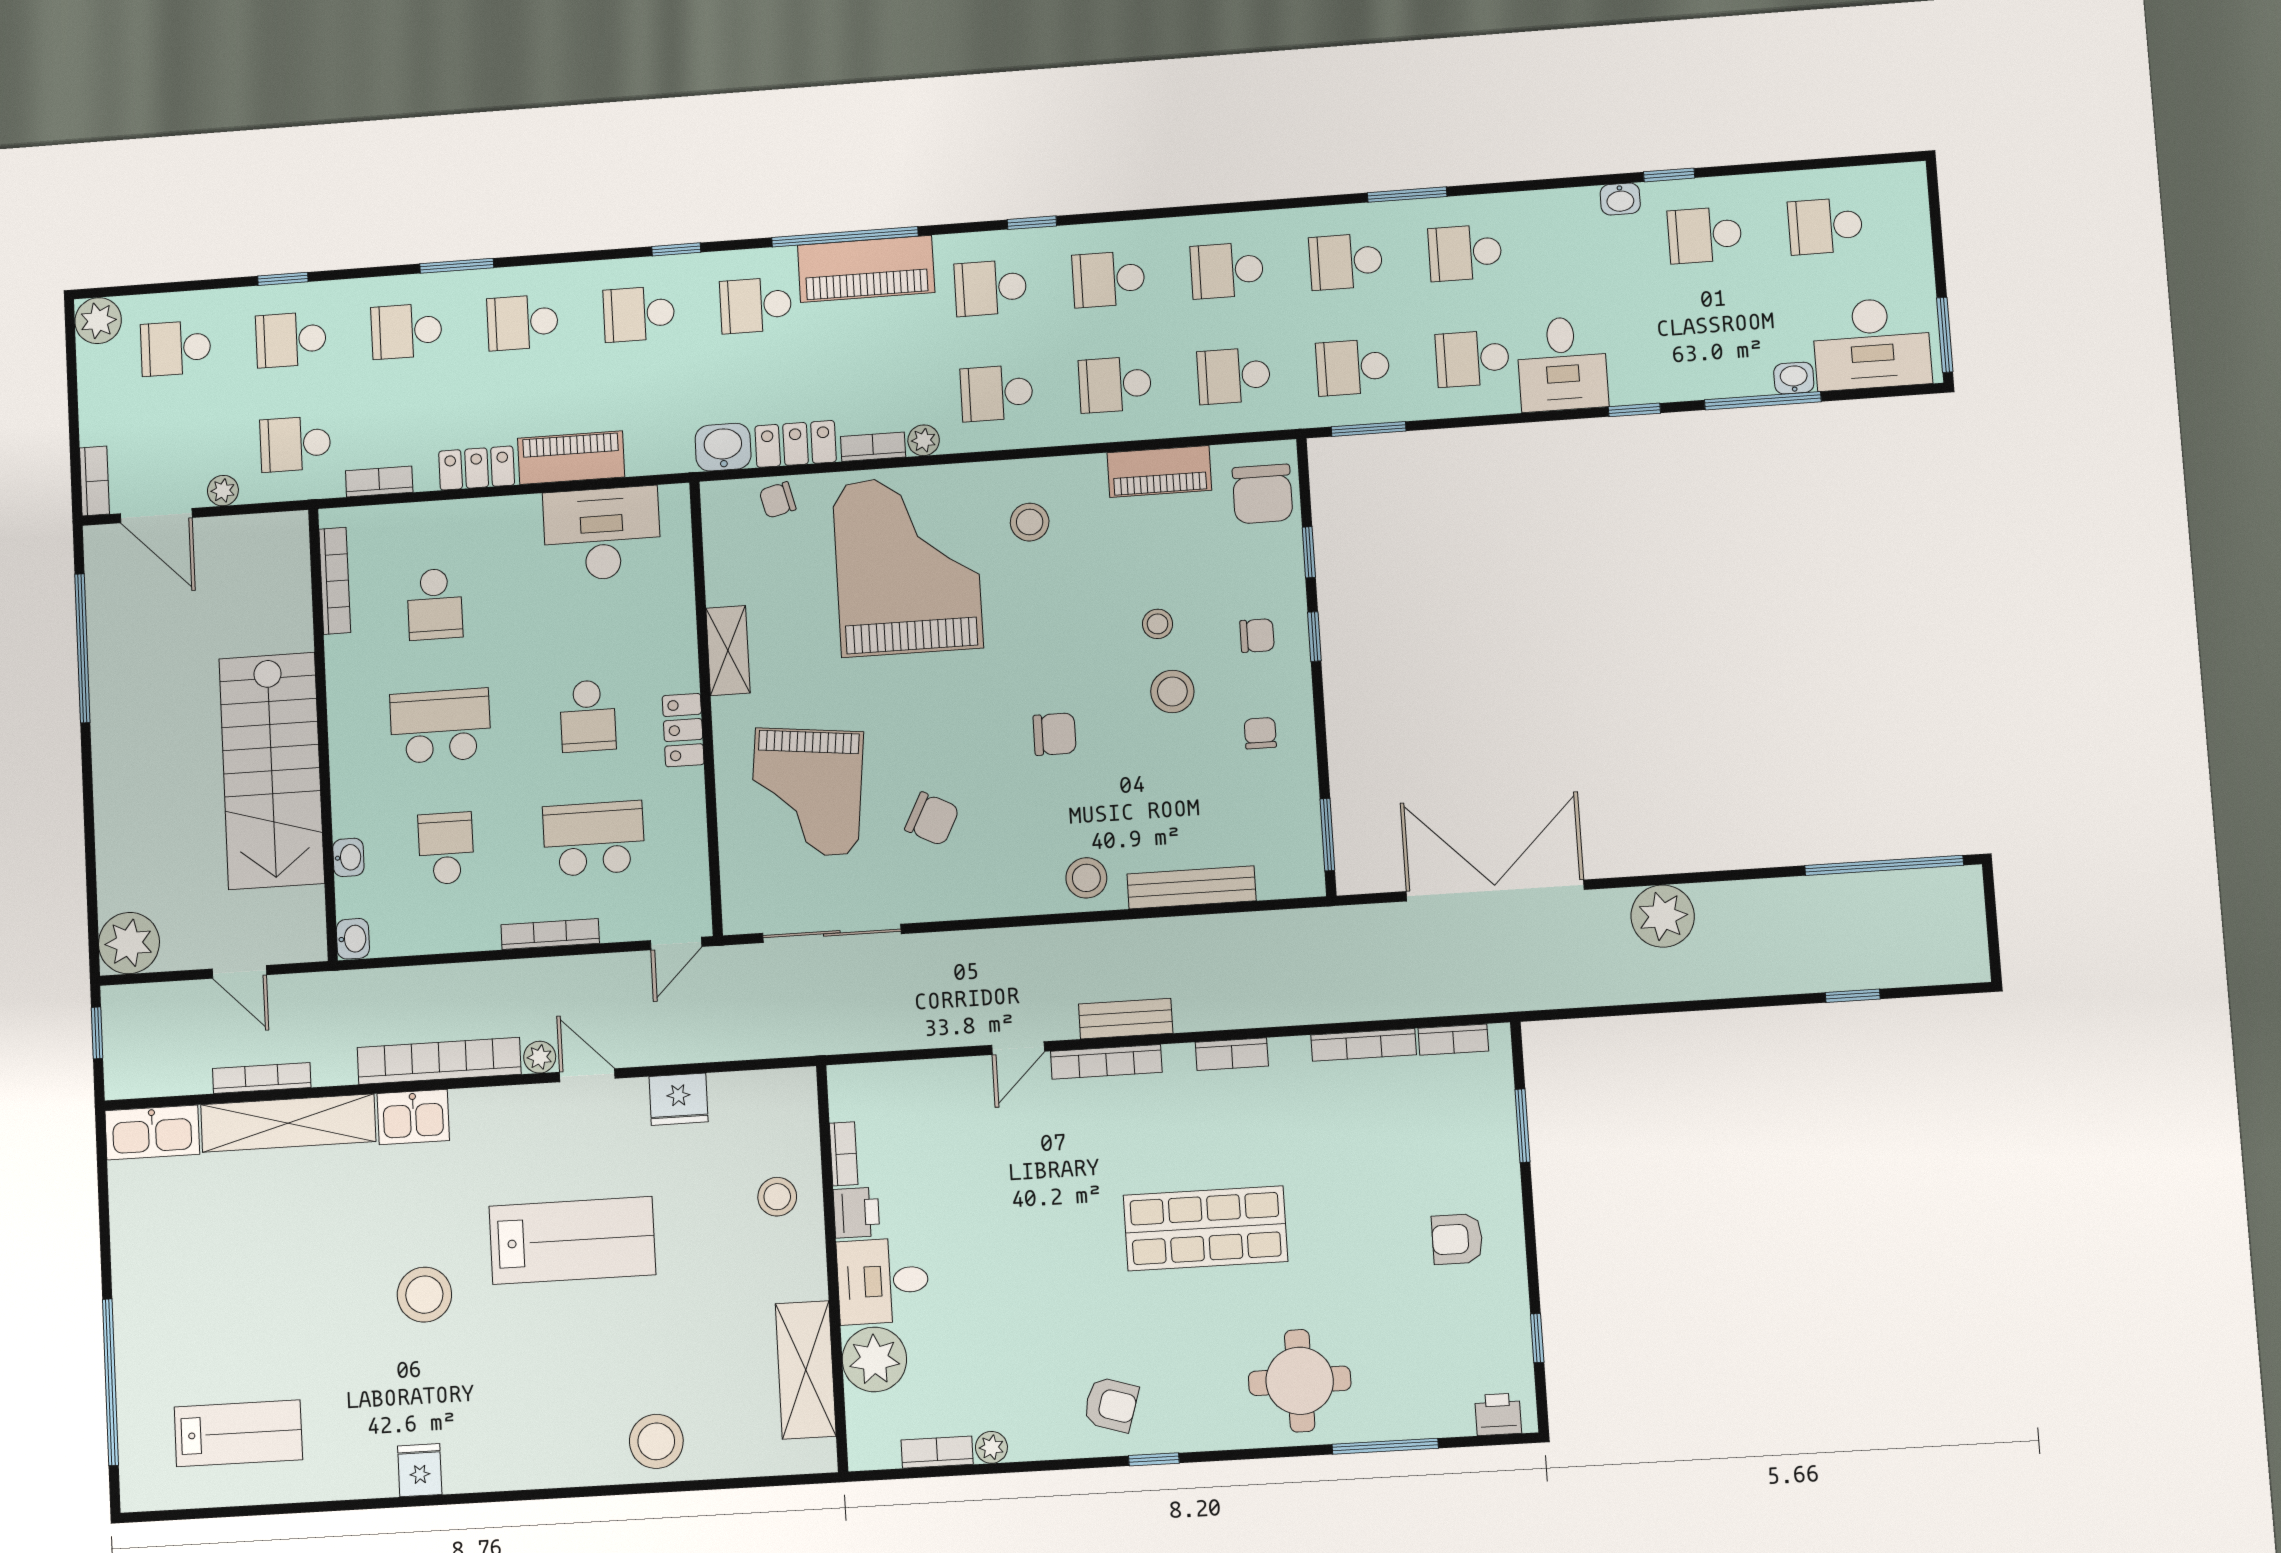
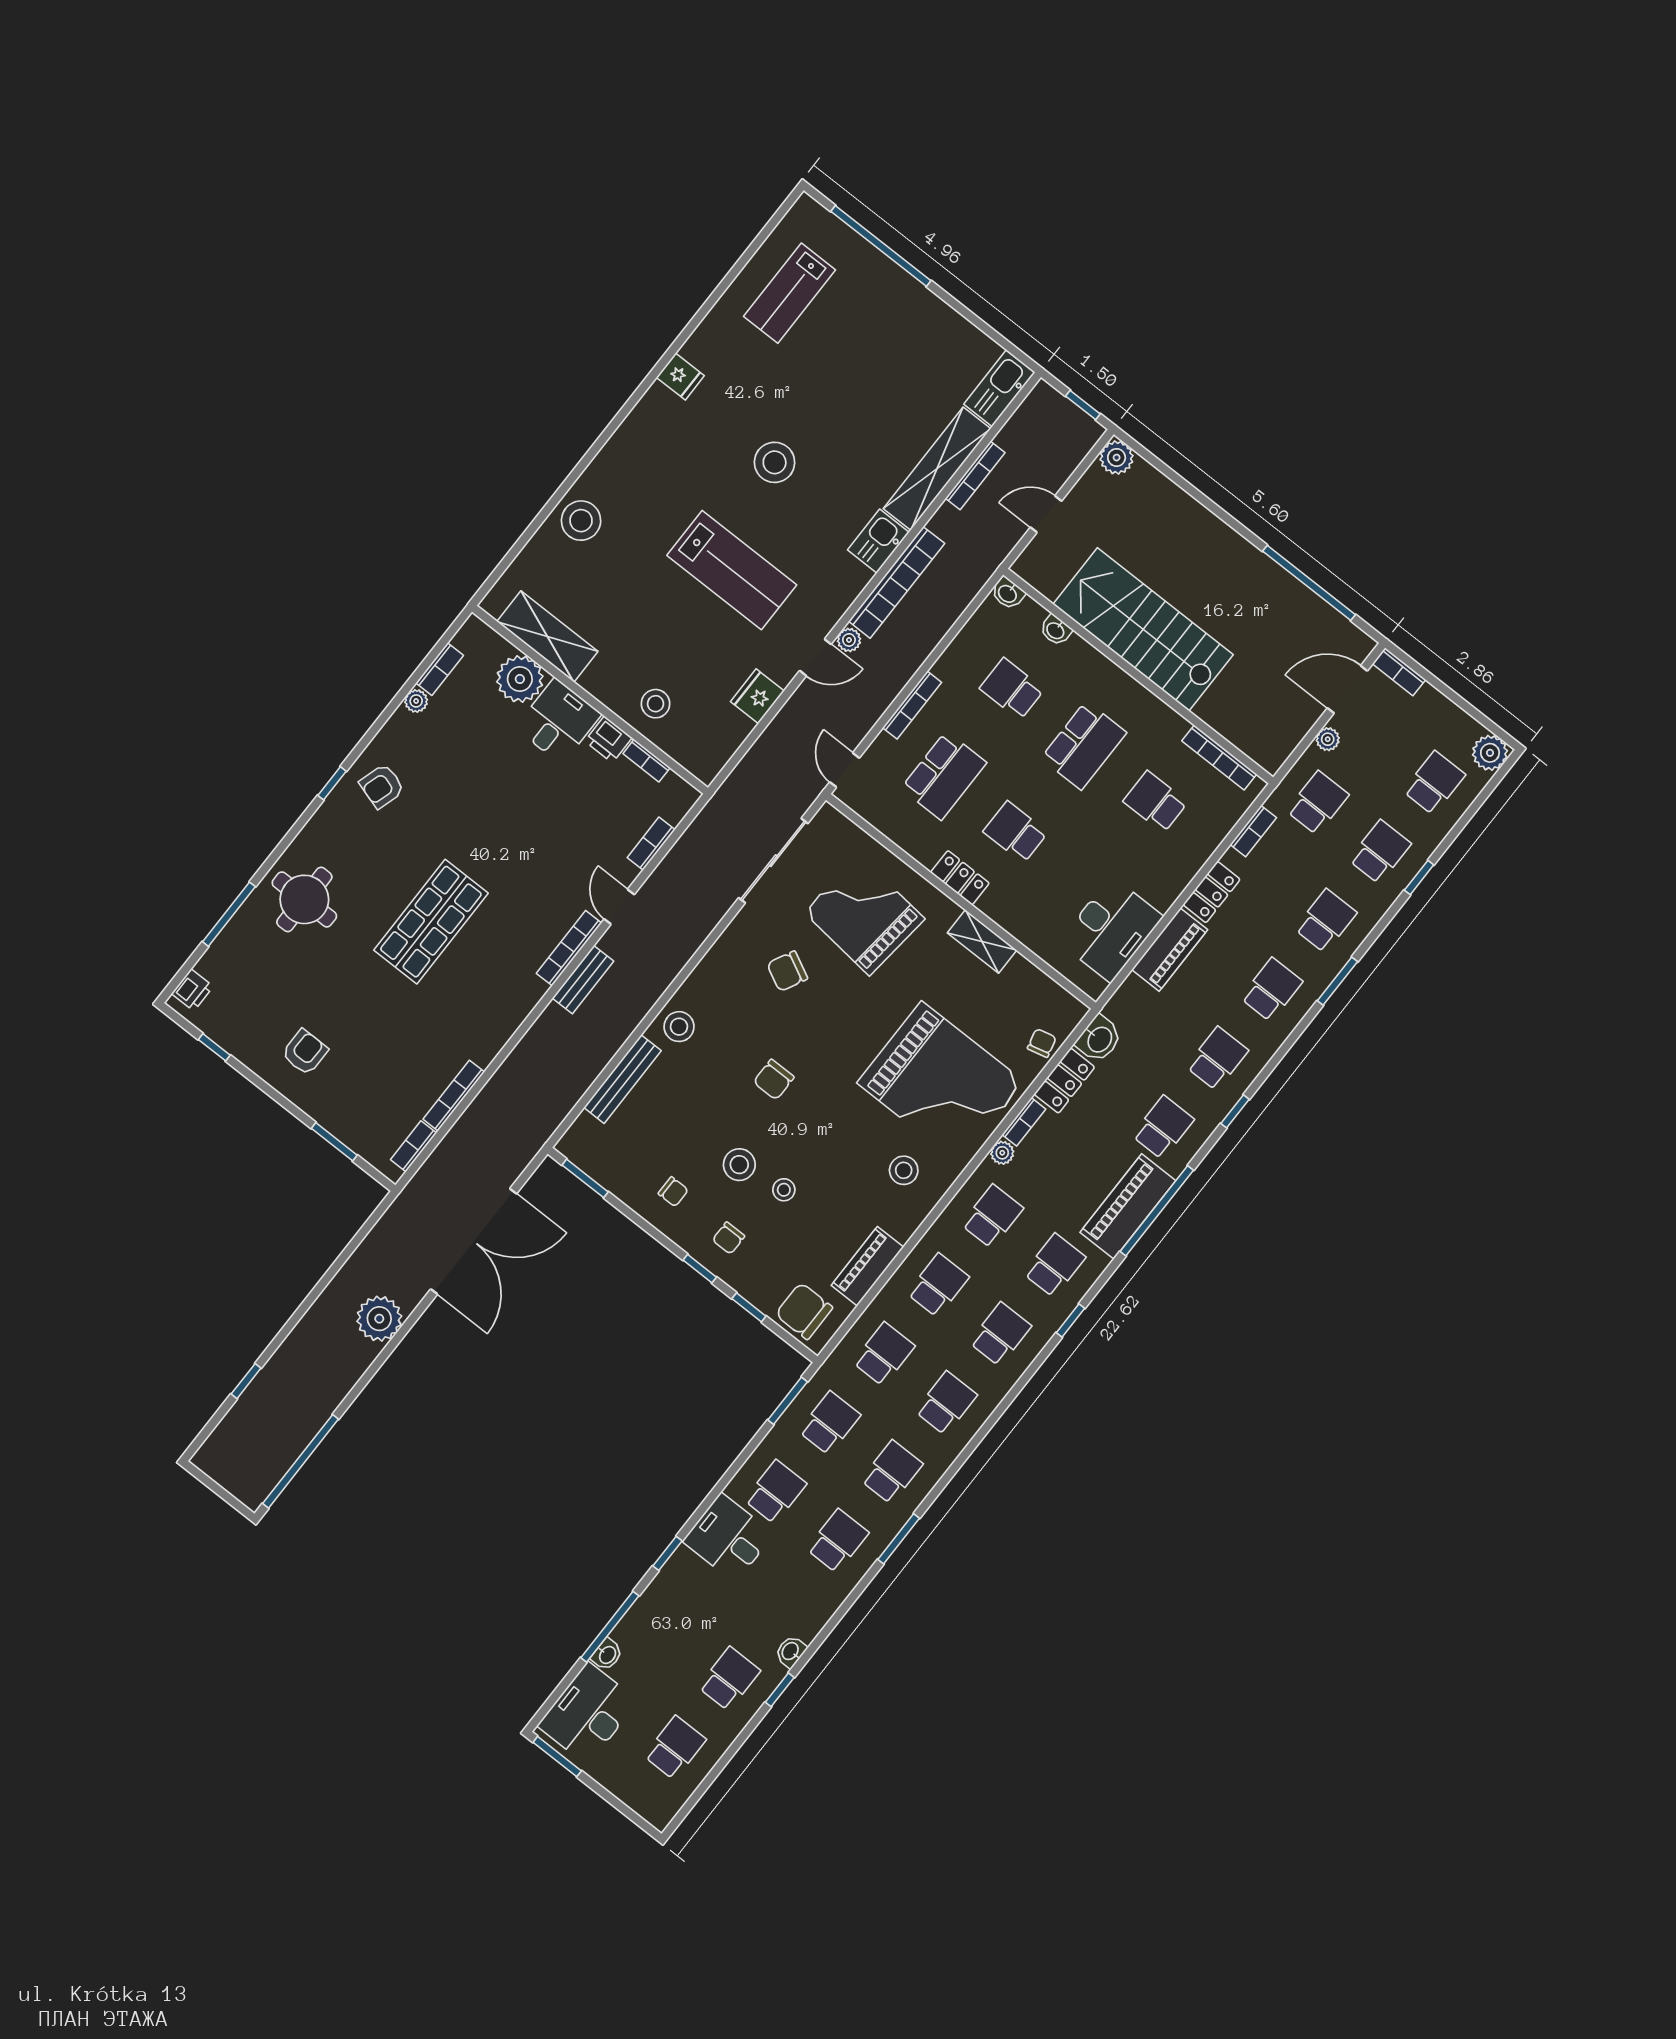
school desk: (446, 848) -> (1012, 689), turned 180
plant: (129, 943) -> (1117, 458), width x0.73, depth x0.73
bookcase: (1232, 1054) -> (651, 844), moved
lab bench: (572, 1240) -> (732, 570), turned -90

